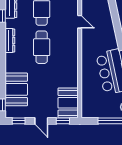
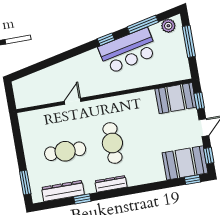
cafe table: (42, 47) -> (112, 143), turned 90
booth: (16, 89) -> (185, 163), moved

